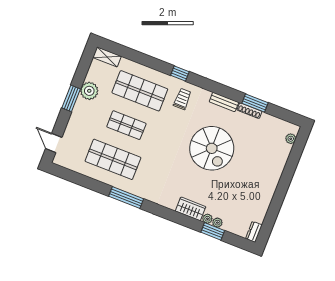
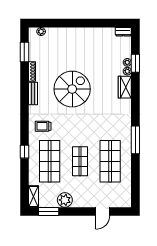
window: (180, 74) -> (24, 152), moved
window: (71, 98) -> (49, 212), moved
window: (255, 103) -> (24, 52), moved
door: (54, 143) -> (103, 212), moved

